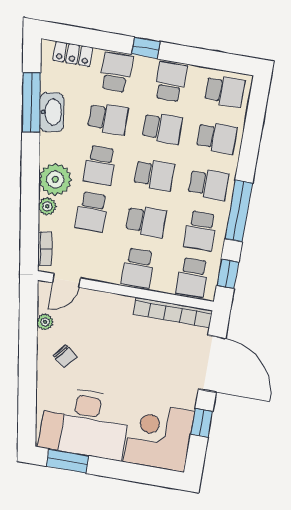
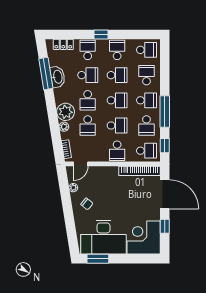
school desk: (217, 138) -> (146, 75), turned -90
school desk: (192, 277) -> (146, 151), turned -90

